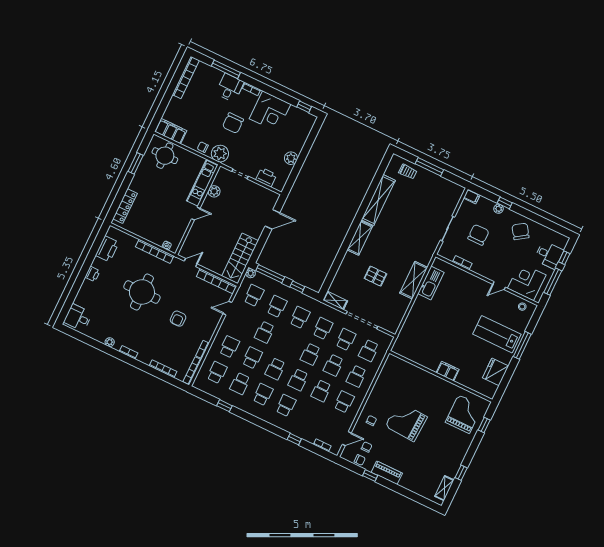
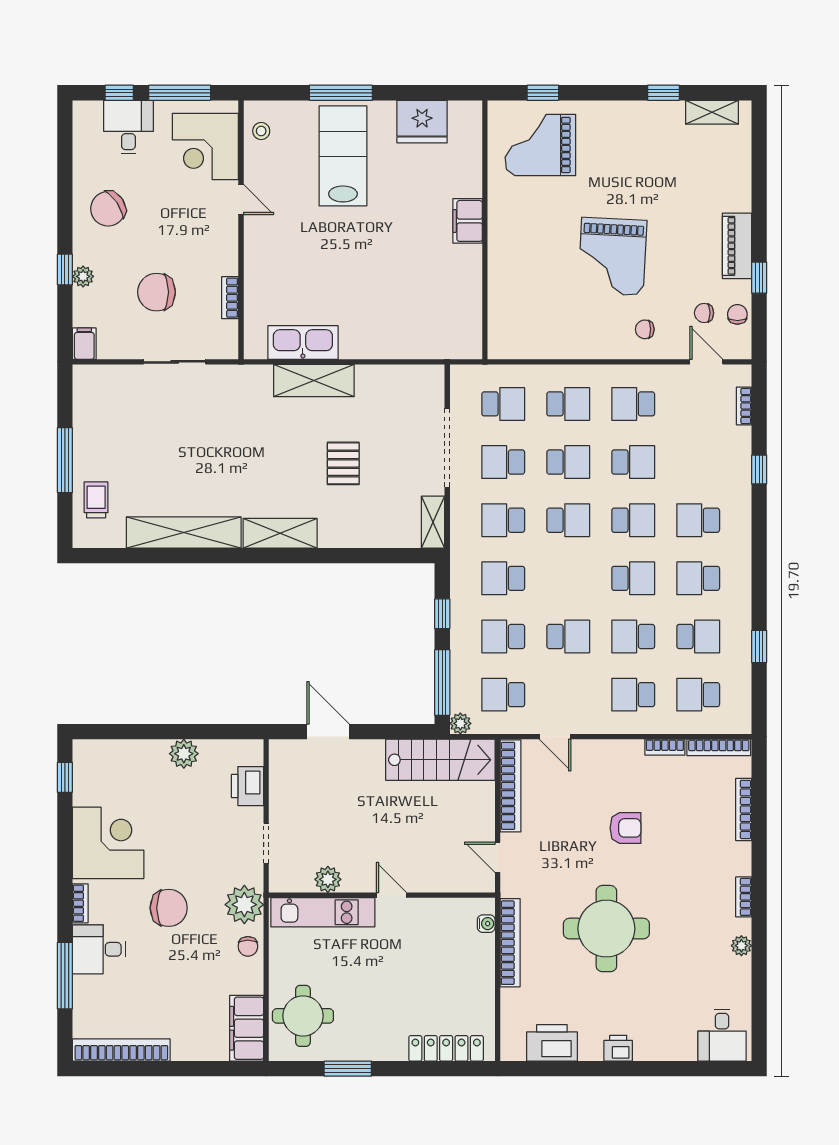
lab bench: (497, 334) -> (343, 156), turned 180

